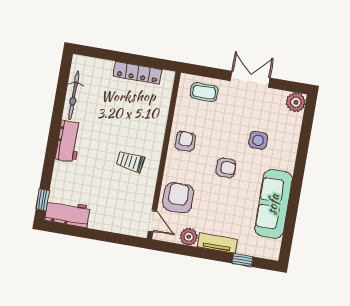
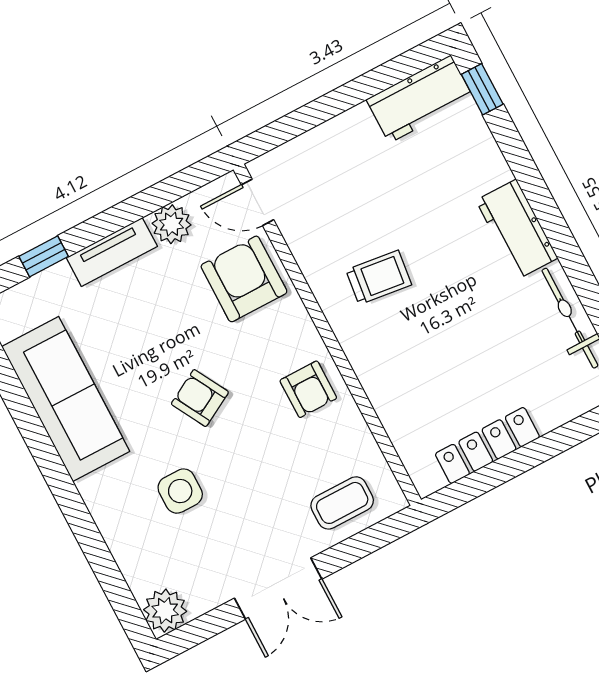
armchair: (226, 168) -> (200, 398), turned 61
armchair: (178, 198) -> (244, 279), turned 180

